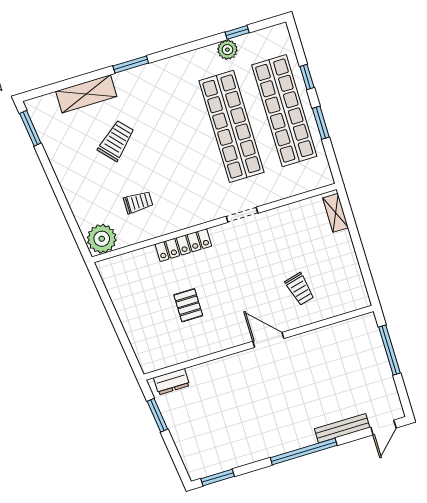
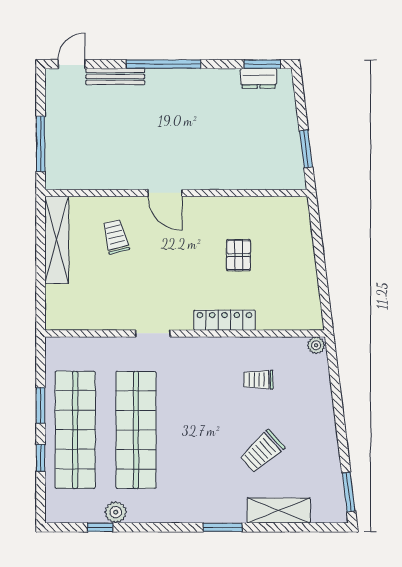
shelving: (336, 213) -> (57, 240), moved, width x2.20, depth x1.33
plant: (102, 239) -> (316, 345), width x0.53, depth x0.53
dresser: (172, 382) -> (259, 78), moved, turned 180

